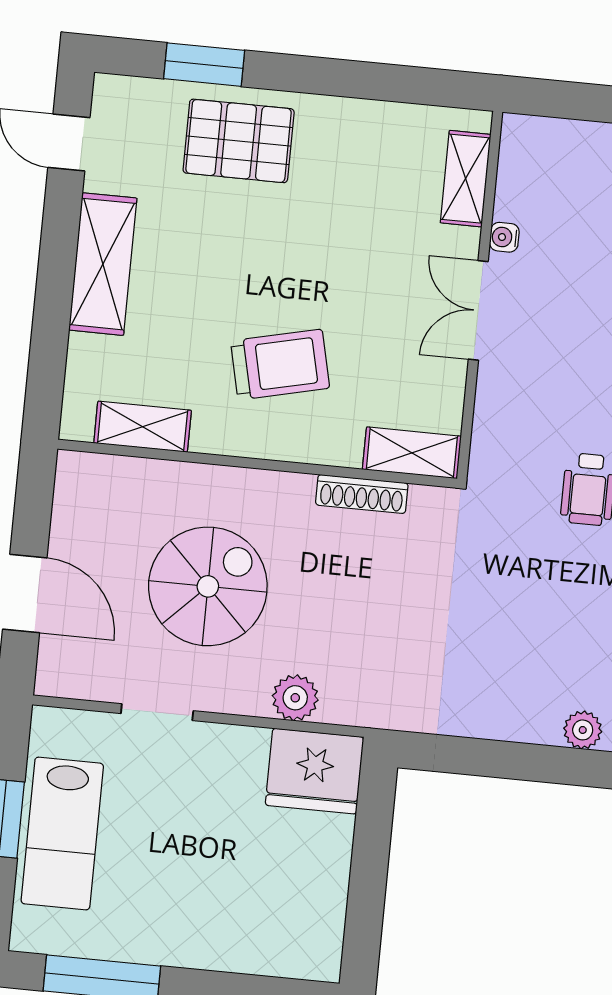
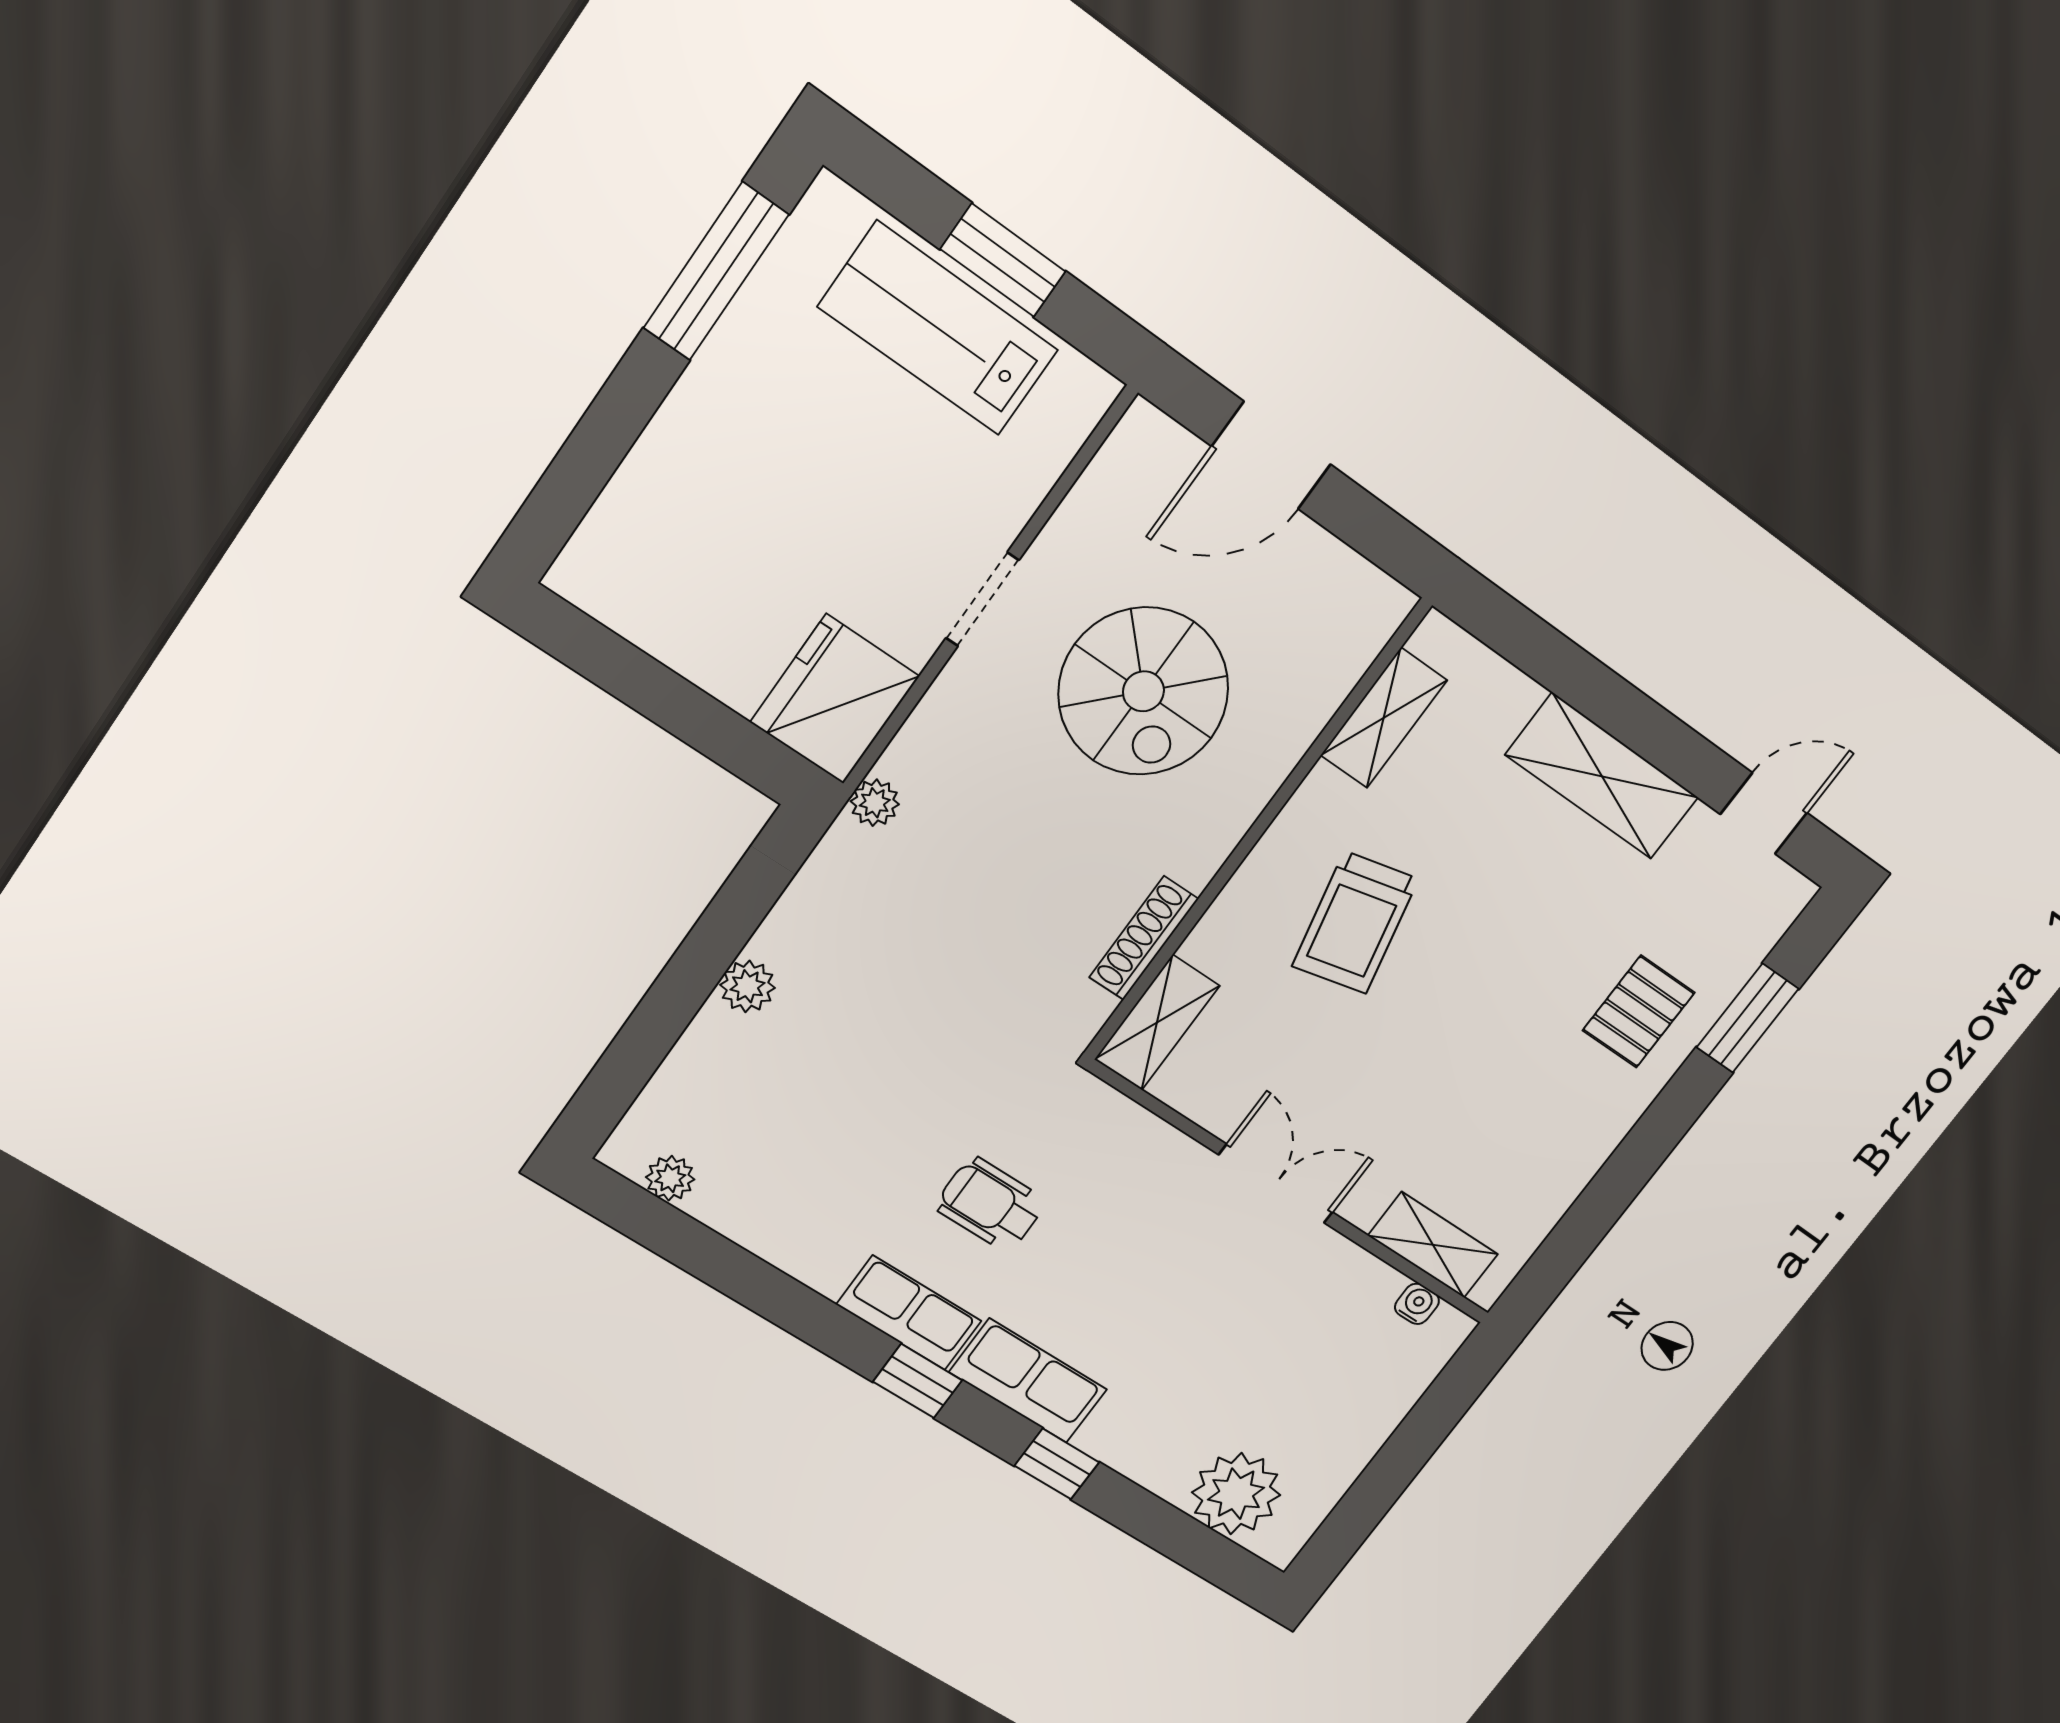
pallet: (239, 141) -> (1639, 1012), width x0.67, depth x0.71
water cooler: (504, 237) -> (1417, 1304), moved
plant: (295, 698) -> (875, 803), moved, width x0.73, depth x0.73
doorway: (157, 712) -> (982, 599), moved
plant: (583, 730) -> (748, 986), moved

